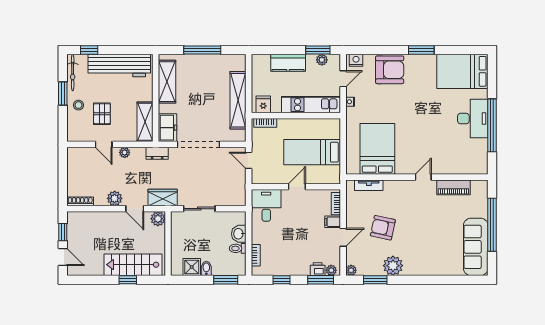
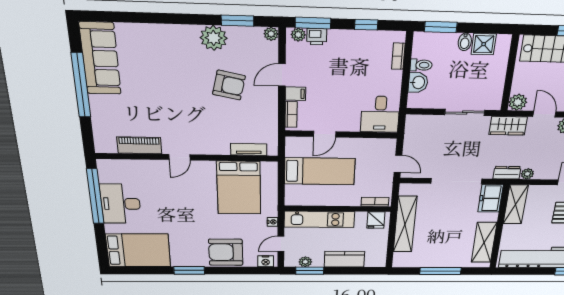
bed: (377, 149) -> (239, 188), moved
plant: (125, 152) -> (527, 174), moved
wall: (417, 177) -> (188, 157), moved
door: (423, 177) -> (179, 157), moved
tv unit: (369, 185) -> (249, 149), moved
door: (297, 187) -> (325, 134), moved
piano: (453, 187) -> (139, 145), moved

